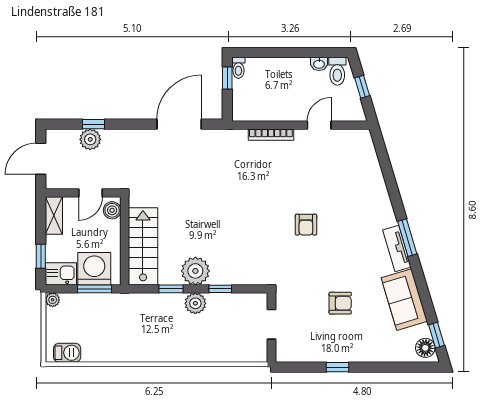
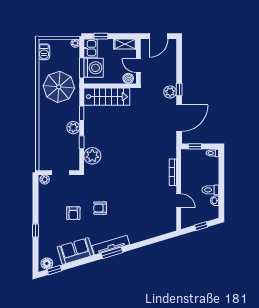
toilet: (337, 71) -> (210, 190), moved
window: (227, 78) -> (195, 146), moved
window: (93, 124) -> (179, 89), moved
door: (179, 124) -> (179, 118), hinge flipped
plant: (90, 139) -> (170, 92), moved
door: (41, 159) -> (159, 36), swing flipped
armchair: (306, 225) -> (100, 208), moved
tv unit: (397, 248) -> (111, 245), width x1.41
plant: (195, 271) -> (92, 156), moved
parasol: (127, 328) -> (59, 87), added
plant: (283, 352) -> (45, 179), added
window: (337, 367) -> (35, 230), moved

